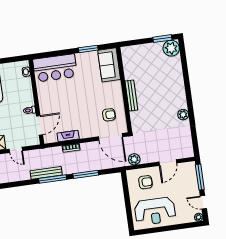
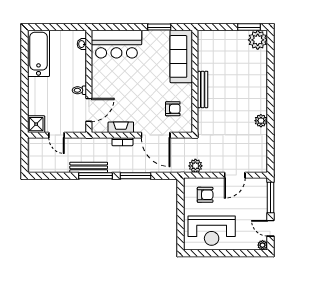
sofa: (109, 65) -> (181, 56), width x1.36
door: (110, 137) -> (156, 135), moved

